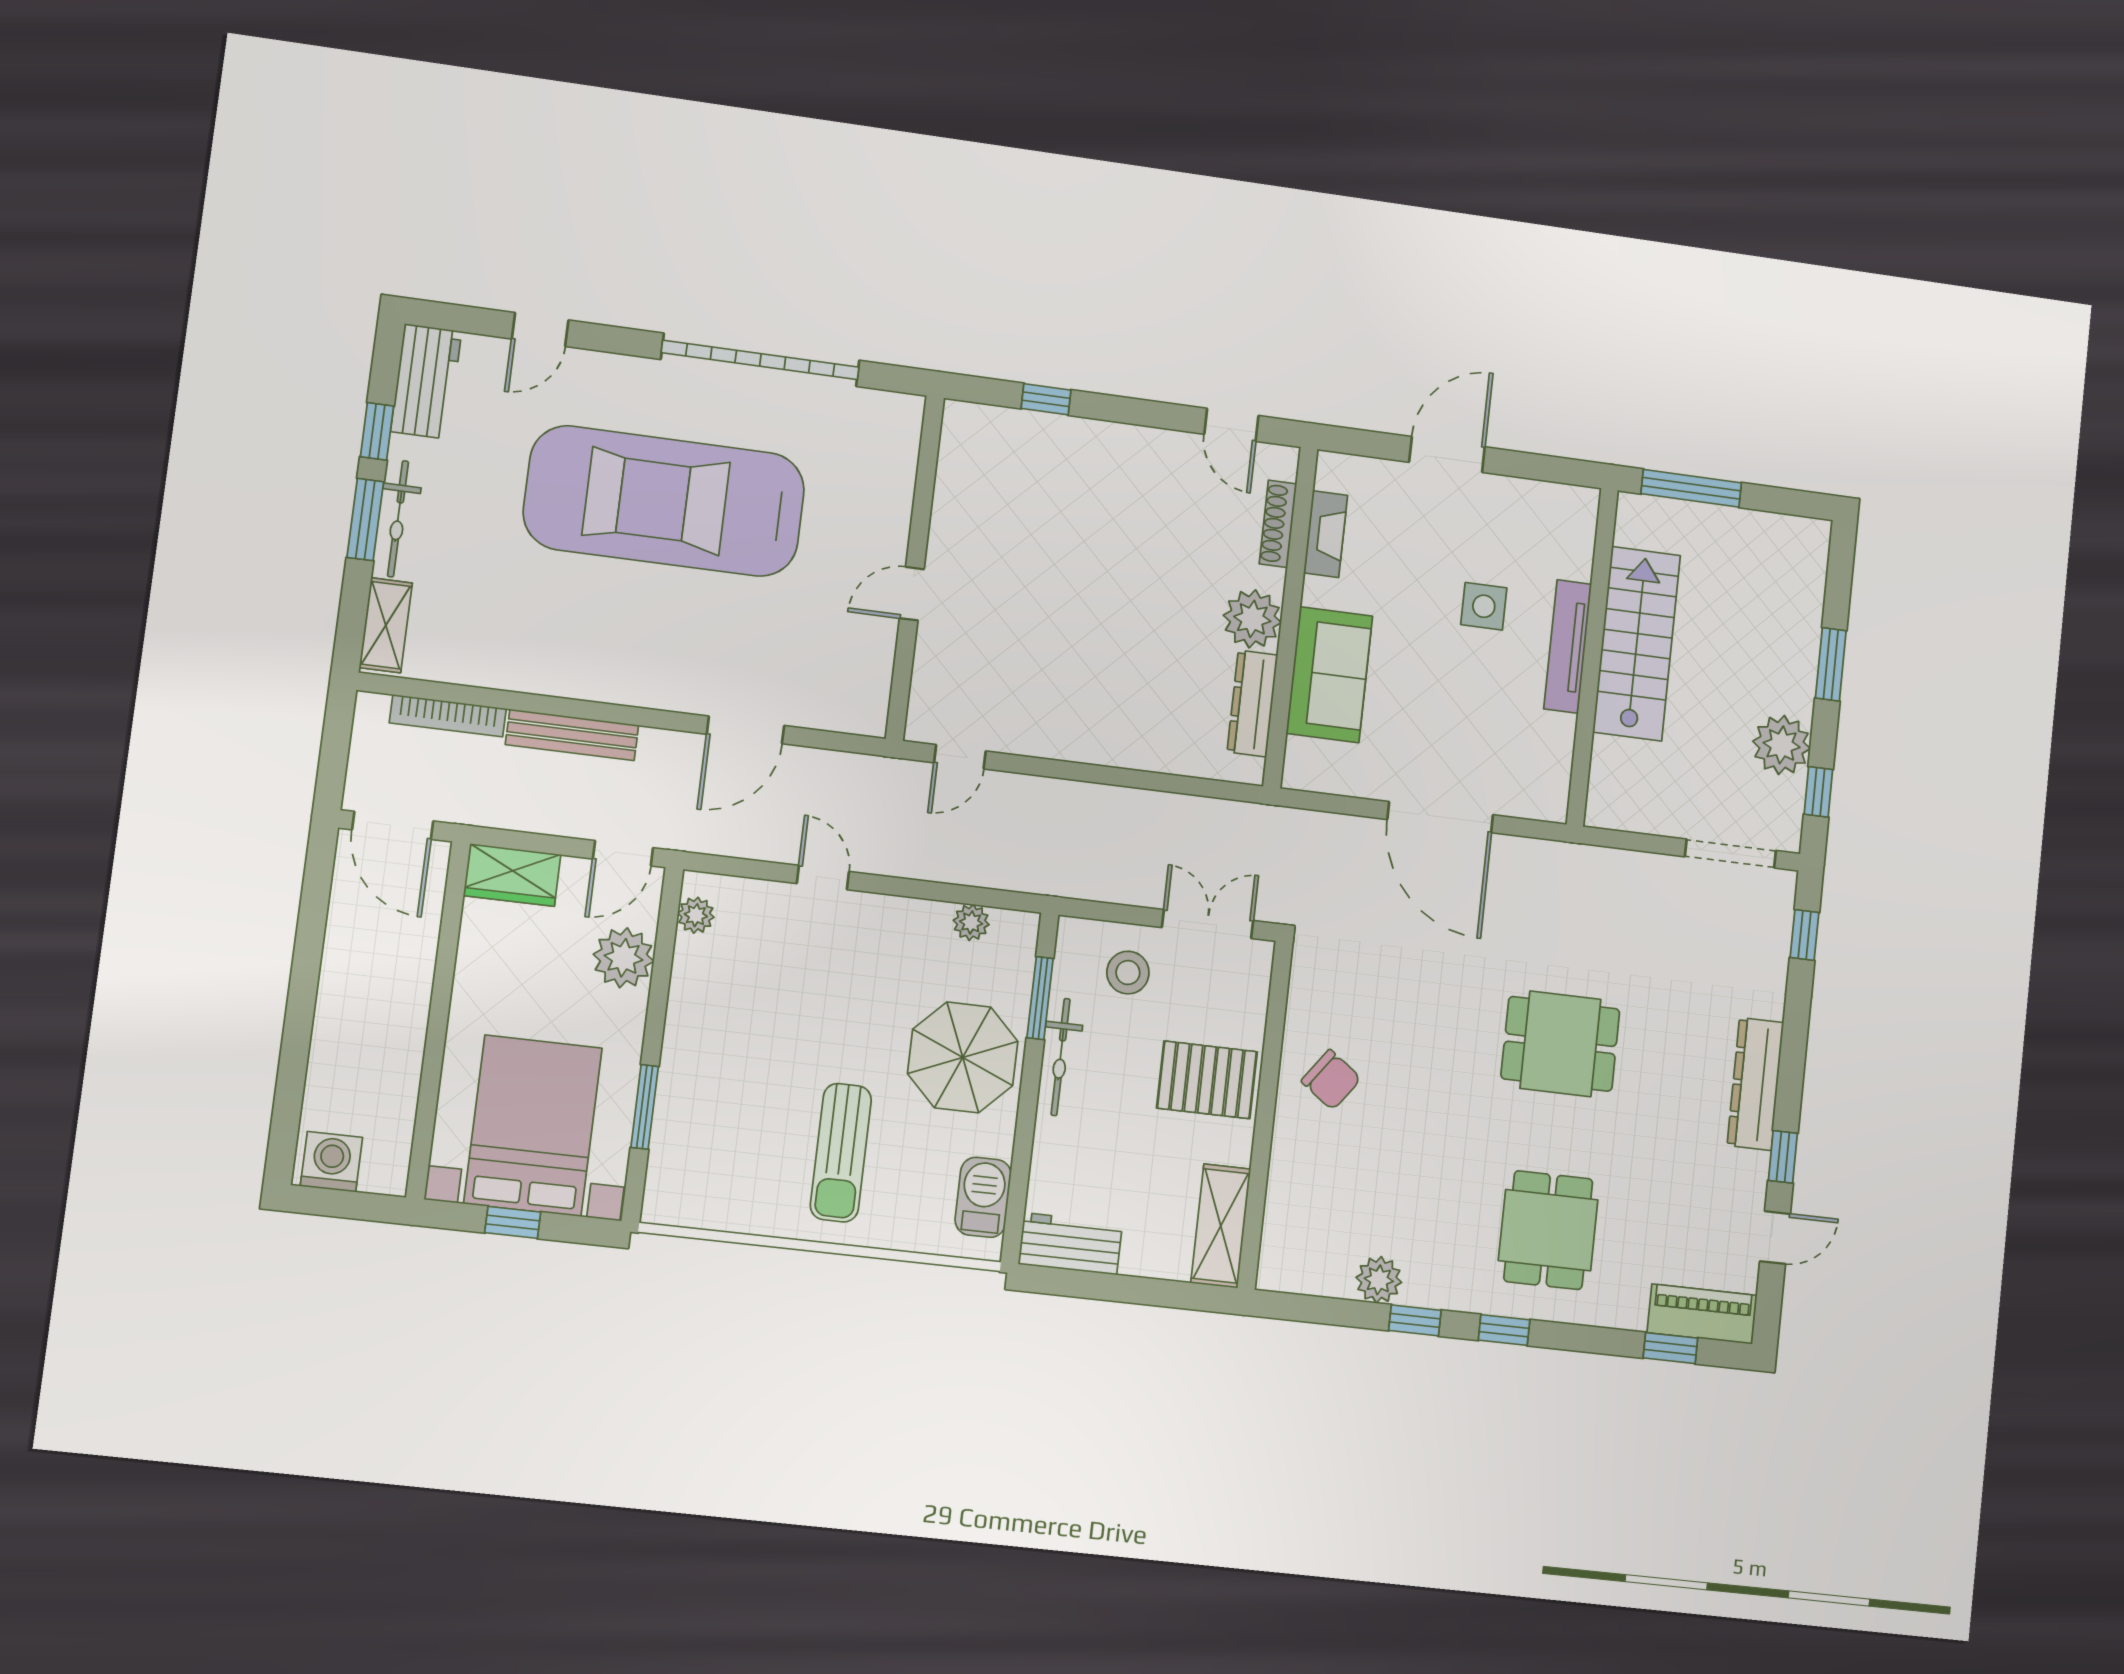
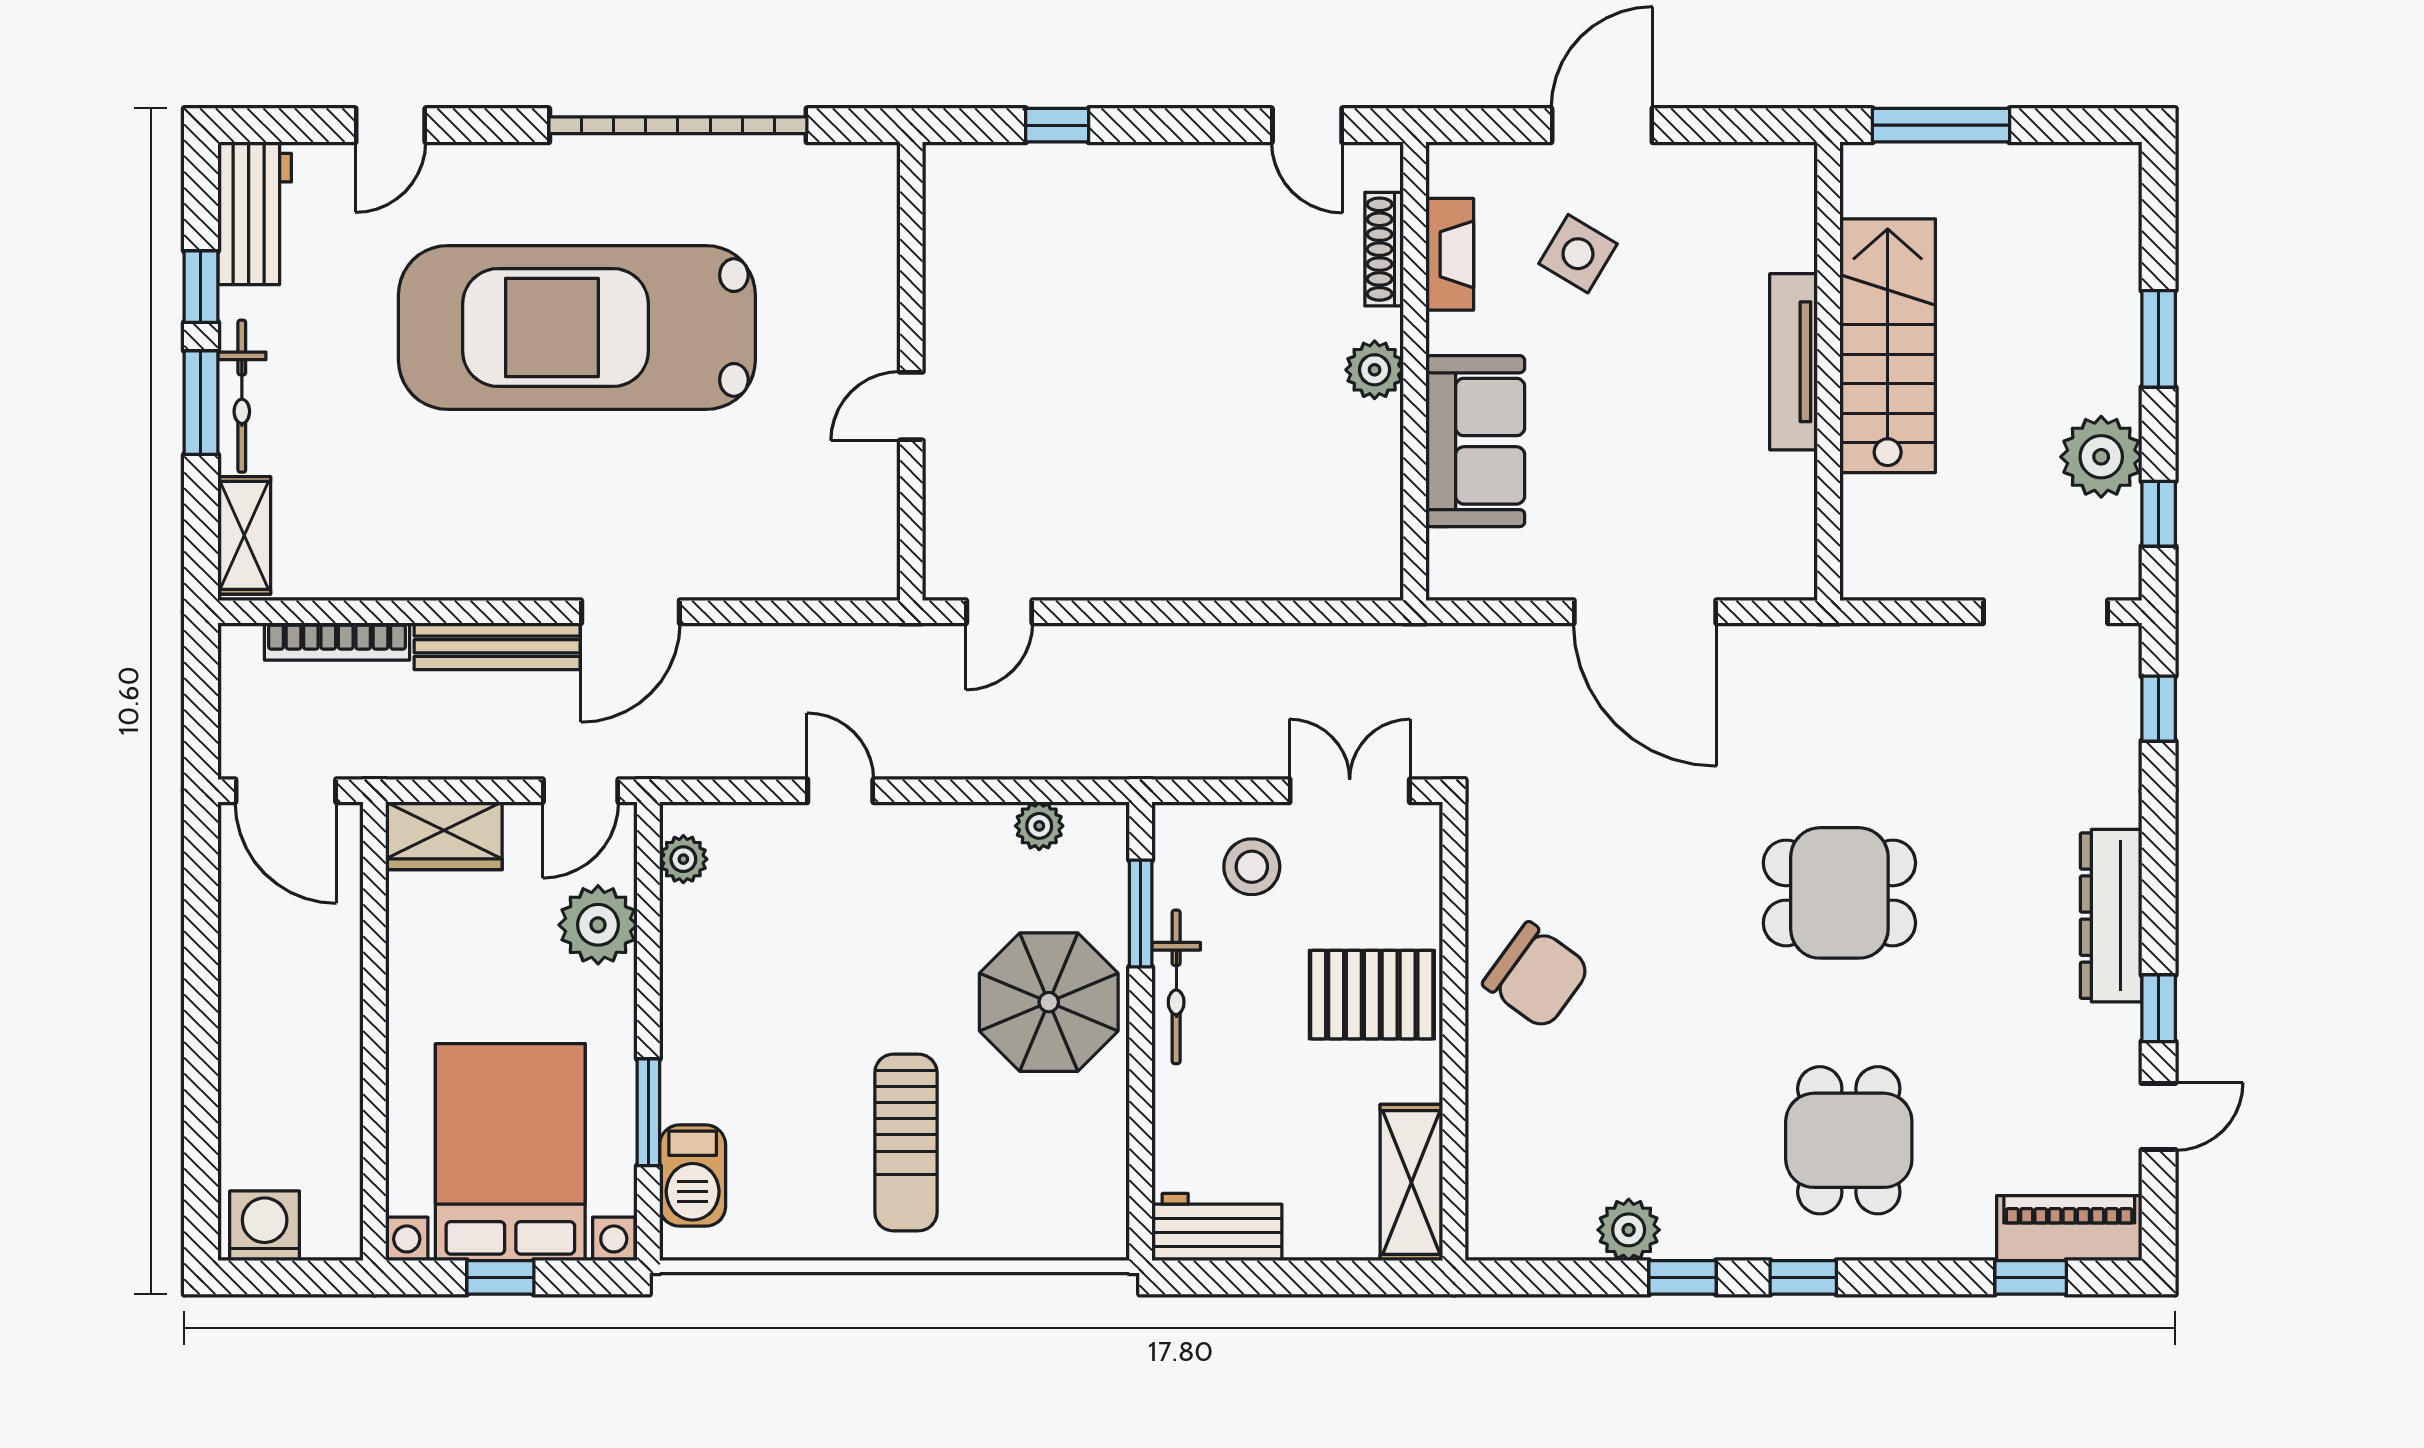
side table: (1484, 606) -> (1578, 254), moved, turned 31
plant: (1252, 619) -> (1375, 370), width x0.73, depth x0.73
dresser: (1252, 704) -> (1377, 493), removed
door: (745, 730) -> (630, 612), moved
chair: (1331, 1080) -> (1537, 976), width x1.37, depth x1.37
barbecue: (983, 1197) -> (693, 1176), moved, turned 180

